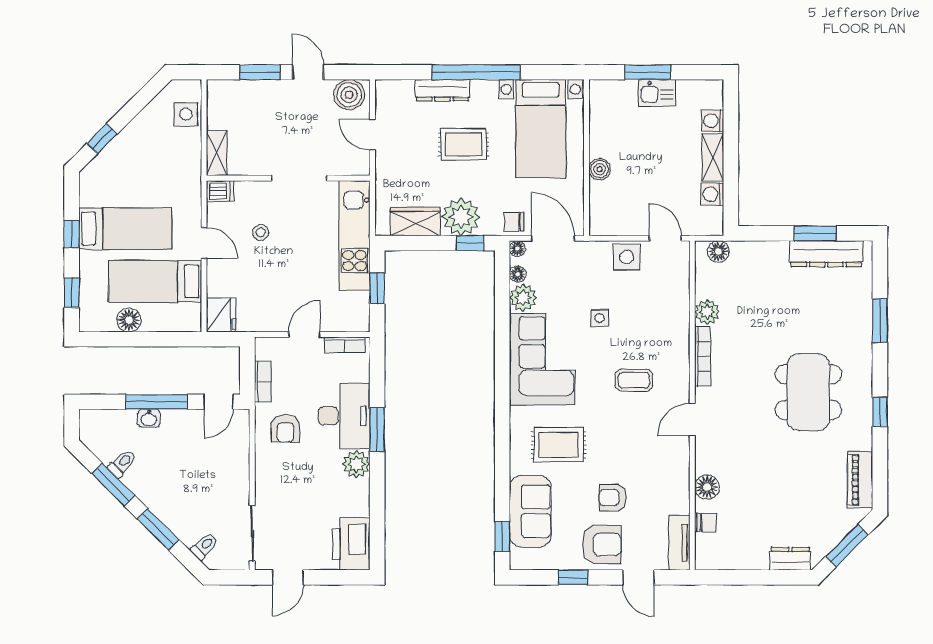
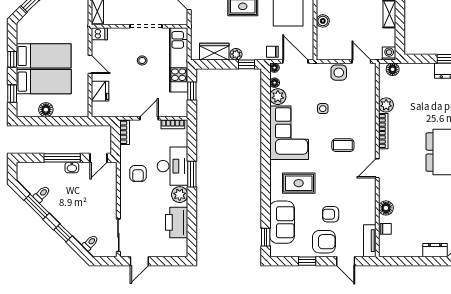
washing machine: (712, 194) -> (389, 54), moved, turned 90
plant: (461, 217) -> (236, 54), width x0.53, depth x0.53
stool: (261, 232) -> (142, 60), moved
bed: (155, 281) -> (44, 82), moved, turned 180
fridge: (221, 315) -> (100, 91), moved
bookcase: (263, 382) -> (125, 132), moved
washbasin: (149, 418) -> (72, 168), moved
window: (158, 529) -> (63, 233), width x0.67
printer: (351, 544) -> (177, 222), moved

